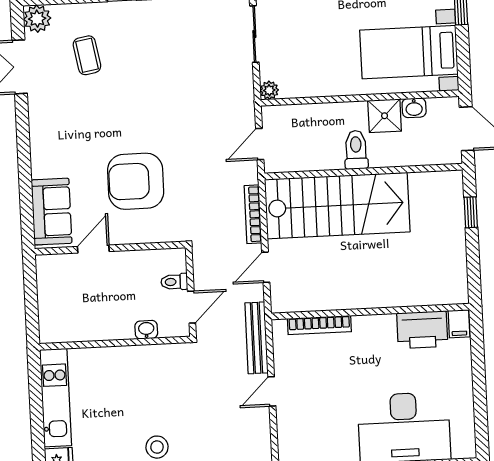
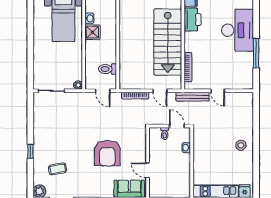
toilet: (356, 150) -> (108, 69), moved
armchair: (136, 181) -> (107, 153), moved
stairs: (337, 206) -> (168, 42), moved, turned 180

